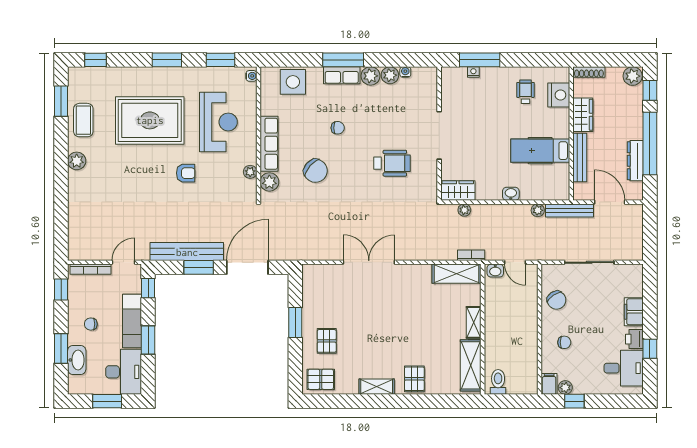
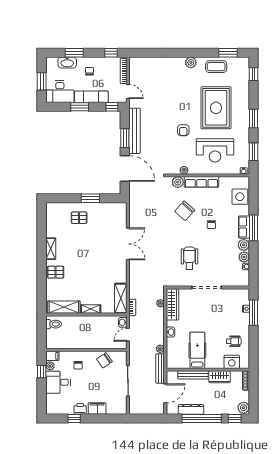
wheelchair: (392, 163) -> (189, 258), turned 180
wardrobe: (458, 191) -> (172, 304), width x1.50
desk: (624, 368) -> (58, 382), moved, turned 90
pallet: (321, 379) -> (55, 214), removed

